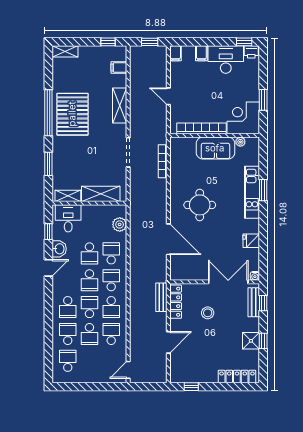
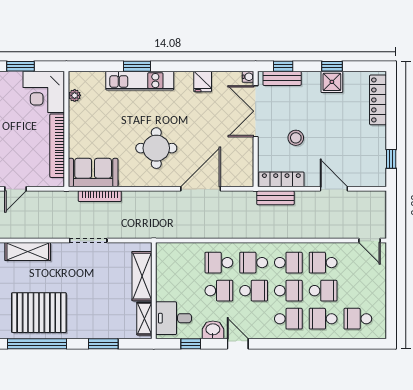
sofa: (215, 148) -> (93, 173), moved, turned -90
plant: (120, 224) -> (181, 252), removed
school desk: (89, 307) -> (288, 291), turned 180

